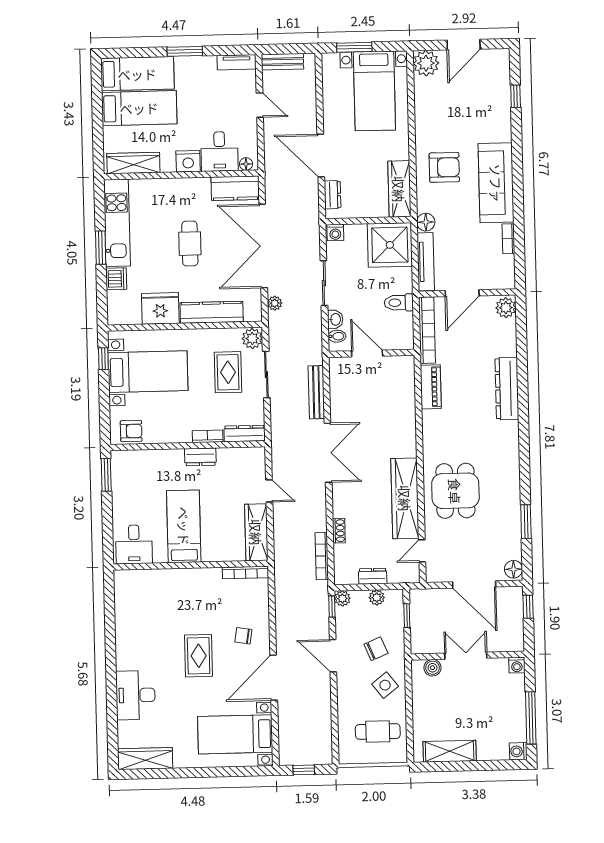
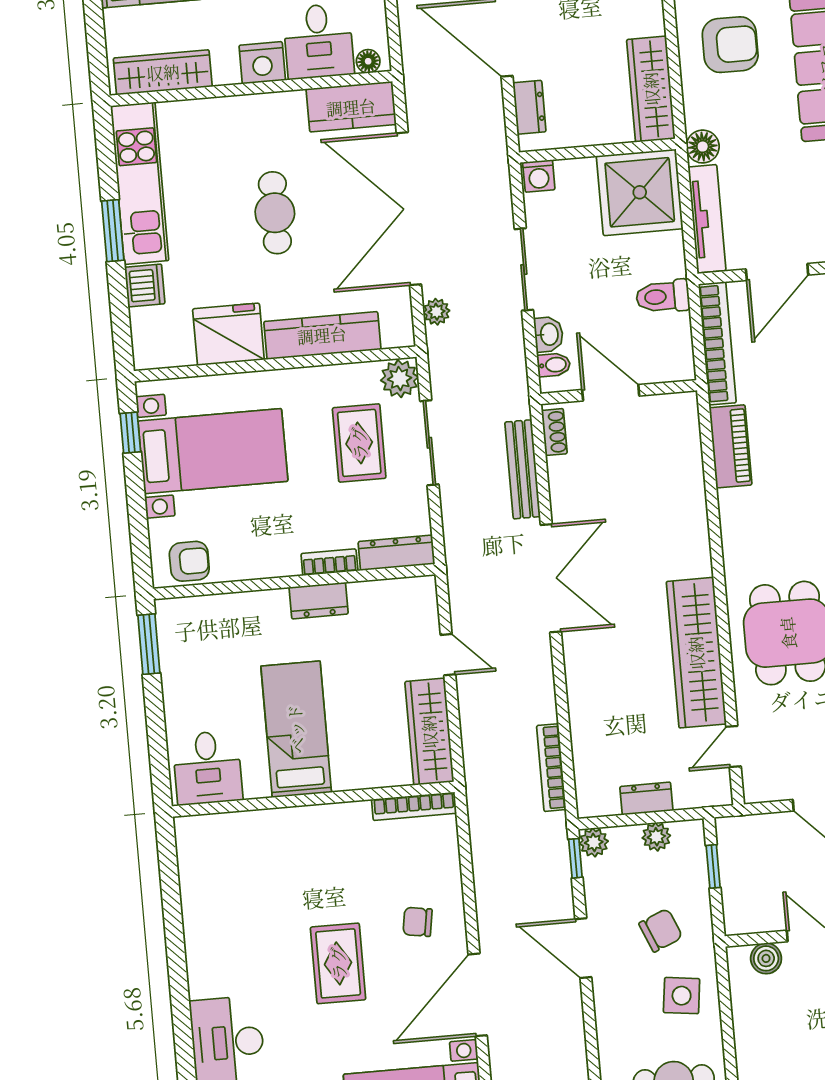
shoe rack: (339, 531) -> (554, 432), moved
side table: (385, 685) -> (682, 996), turned 45

